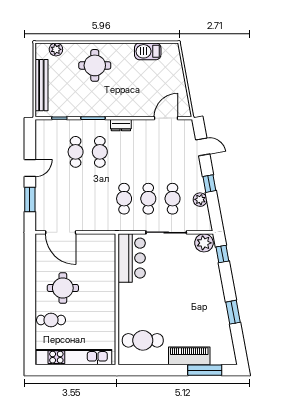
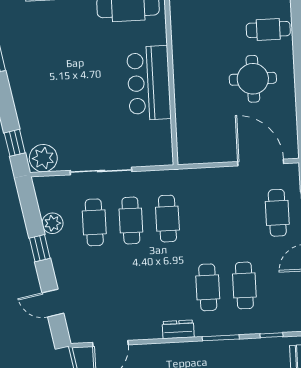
cafe table: (51, 199) -> (277, 213), added
bar counter: (132, 258) -> (149, 83), moved

